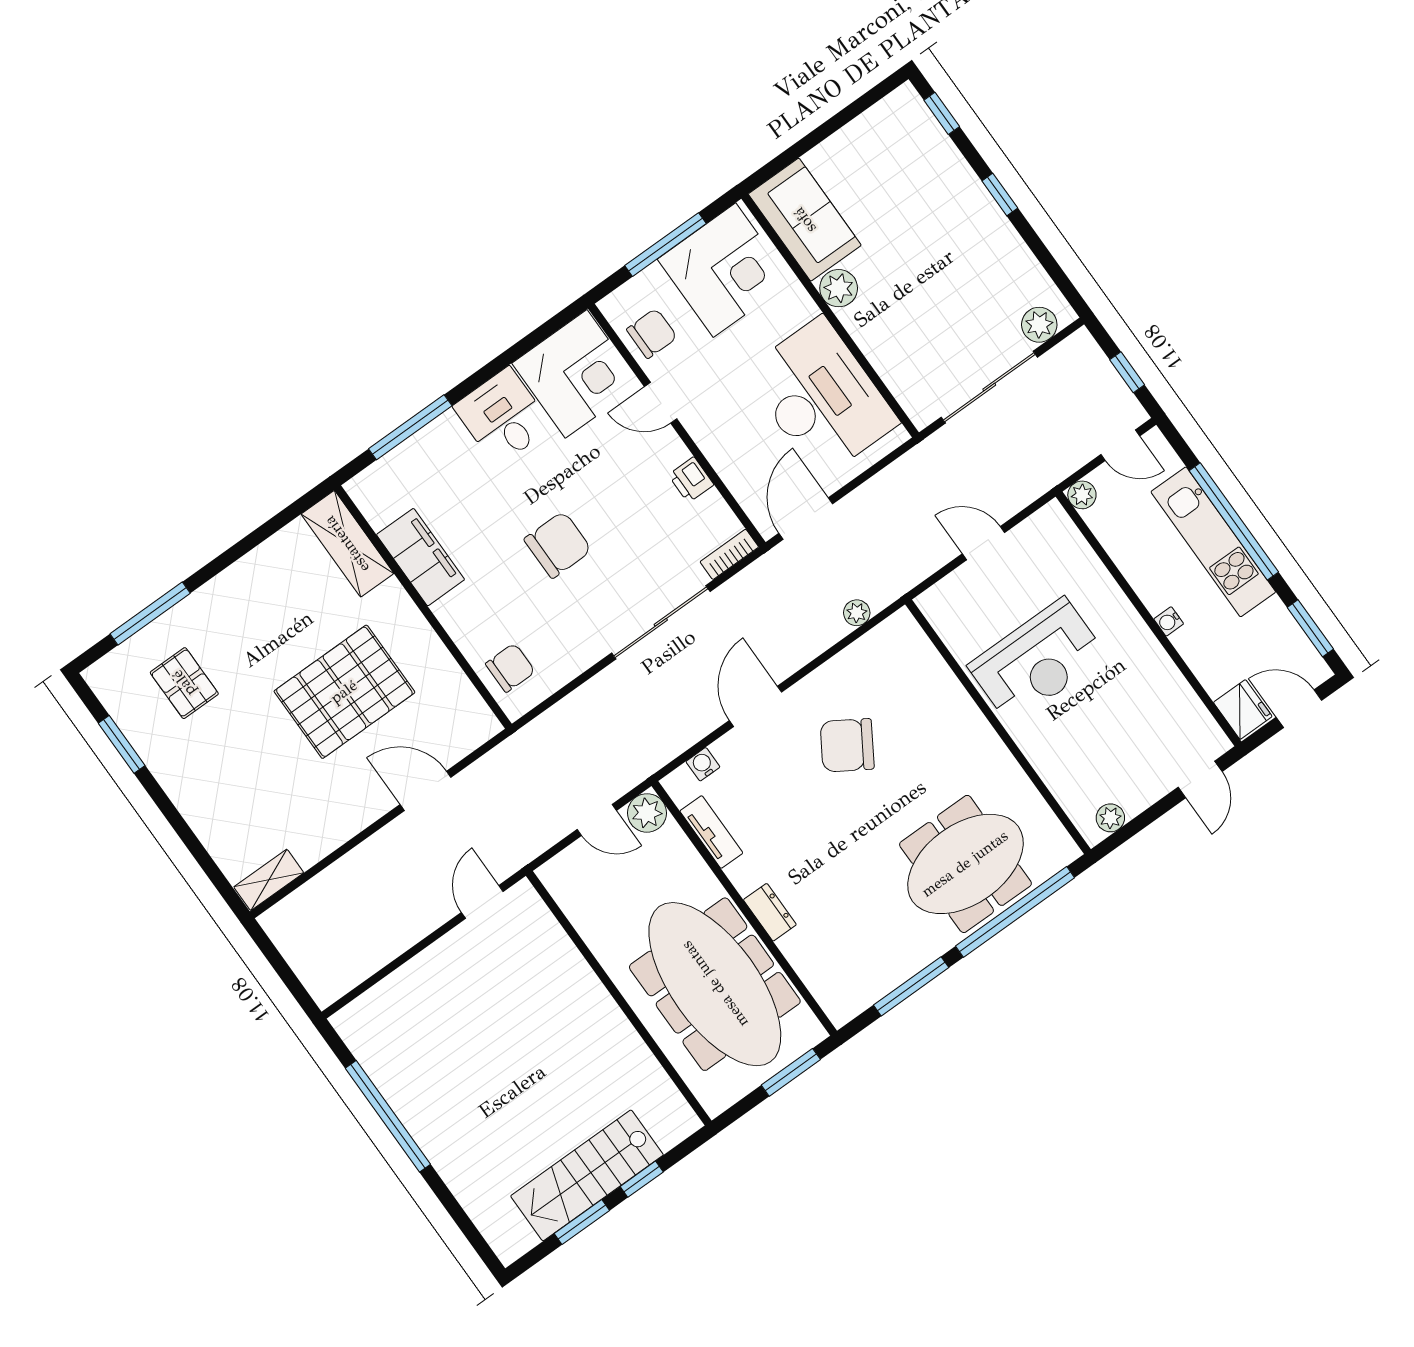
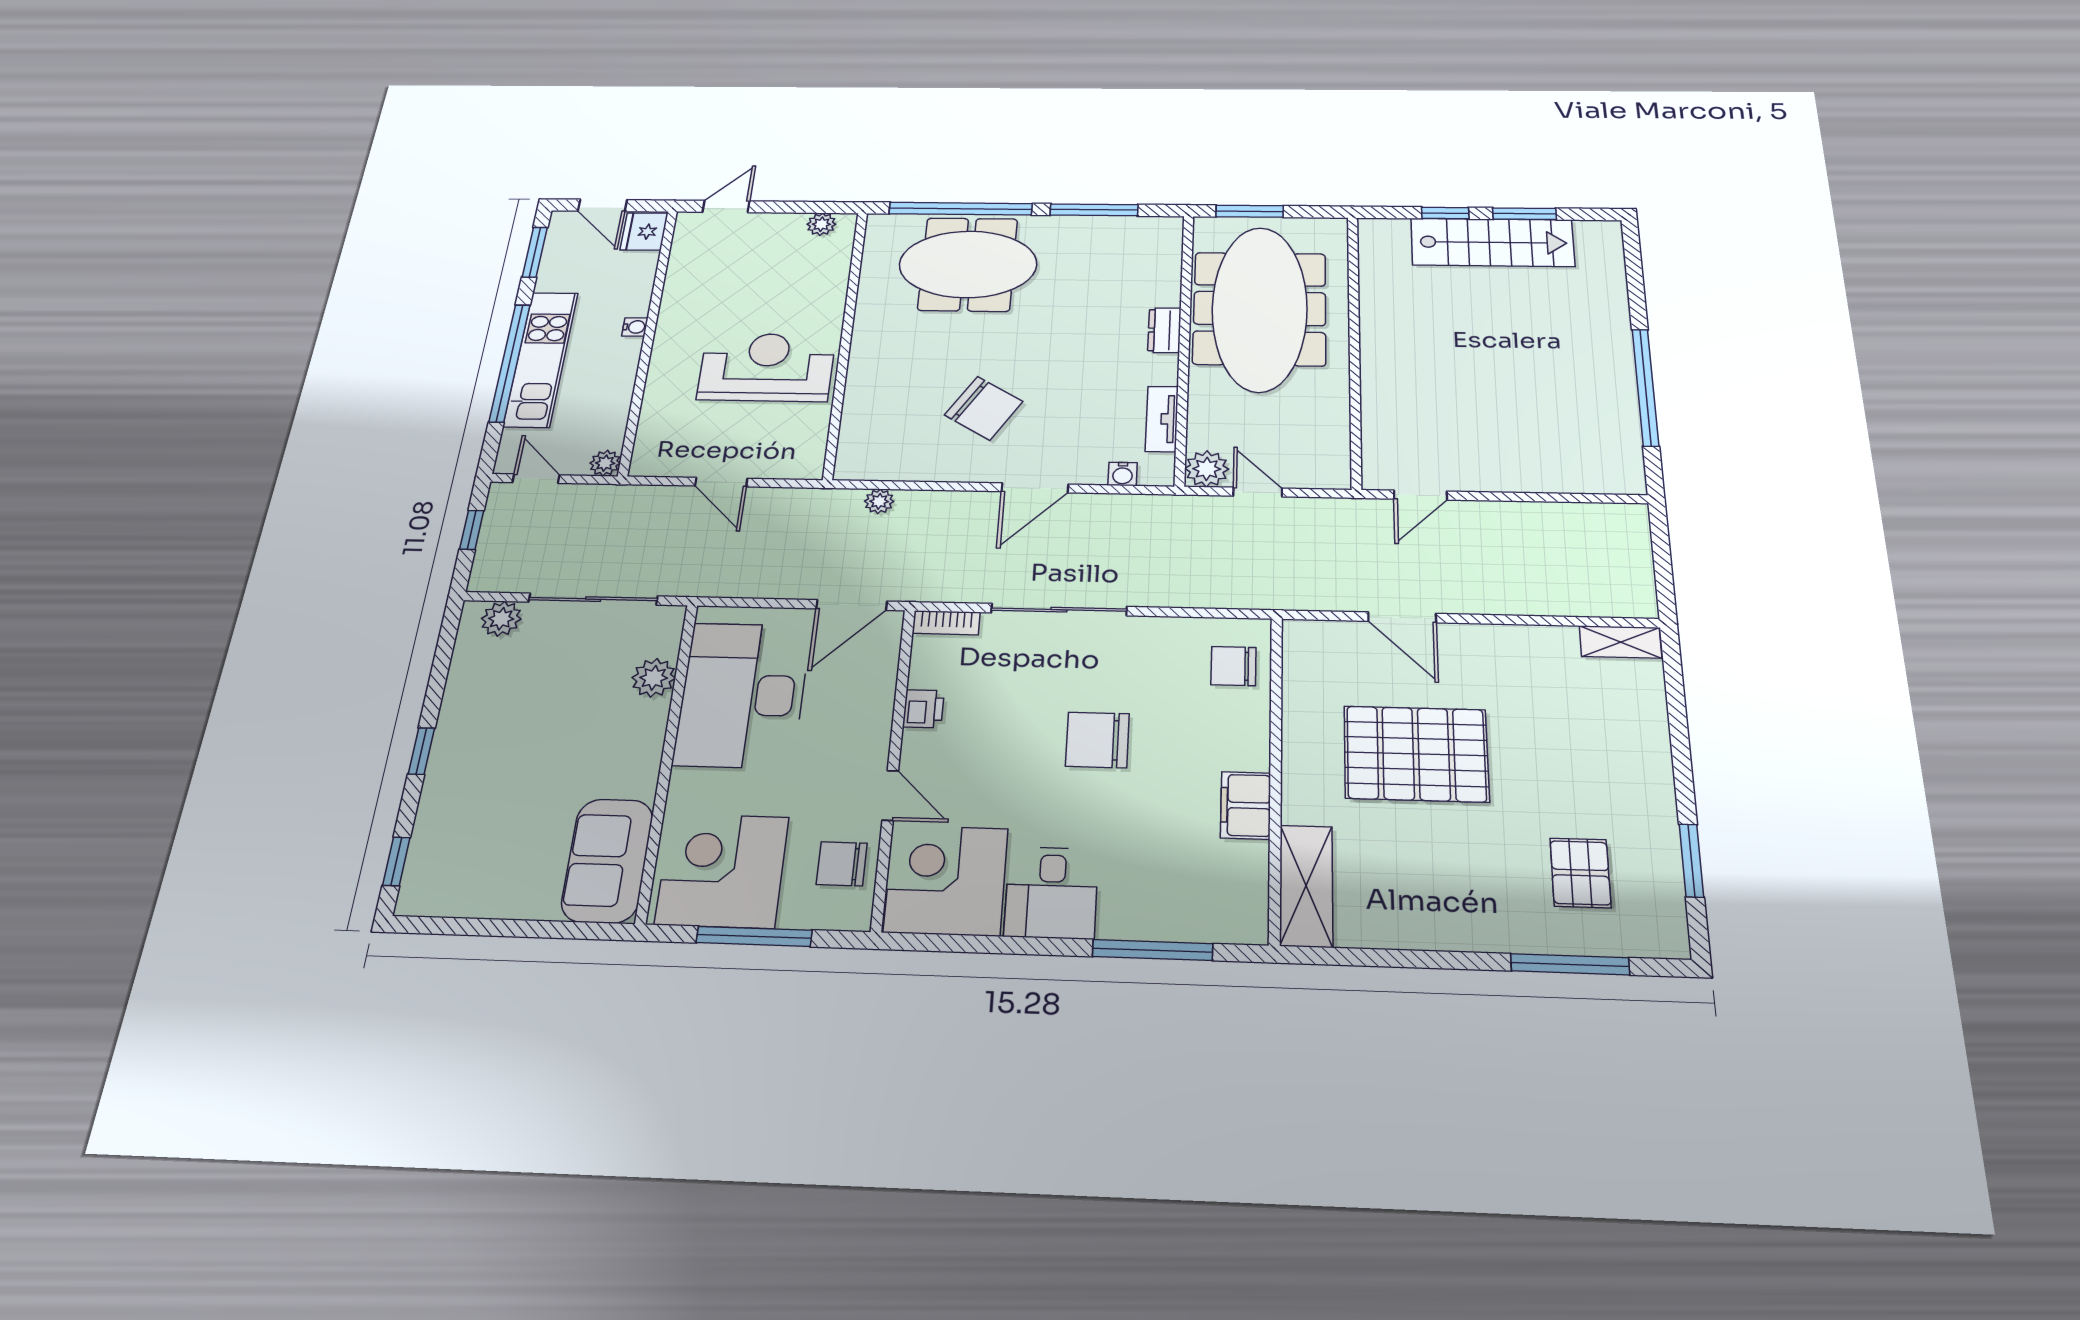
plant: (839, 288) -> (654, 678), moved
filing cabinet: (421, 557) -> (1246, 805), width x0.67, depth x0.86

